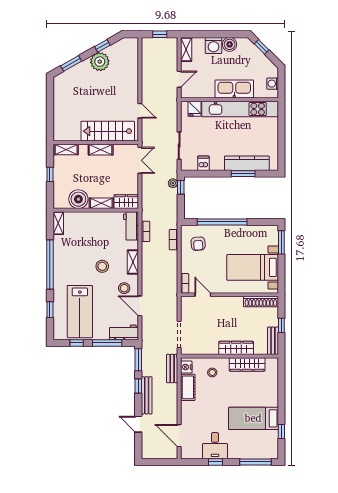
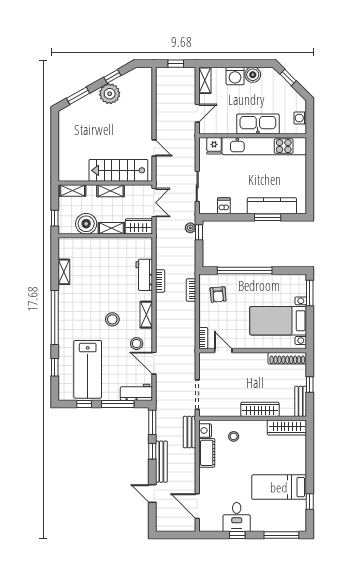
boiler: (78, 199) -> (86, 224), moved
wardrobe: (126, 202) -> (139, 226), moved
shelving: (101, 203) -> (111, 228), moved
wall: (96, 210) -> (105, 236), moved
wardrobe: (247, 364) -> (287, 428), moved

